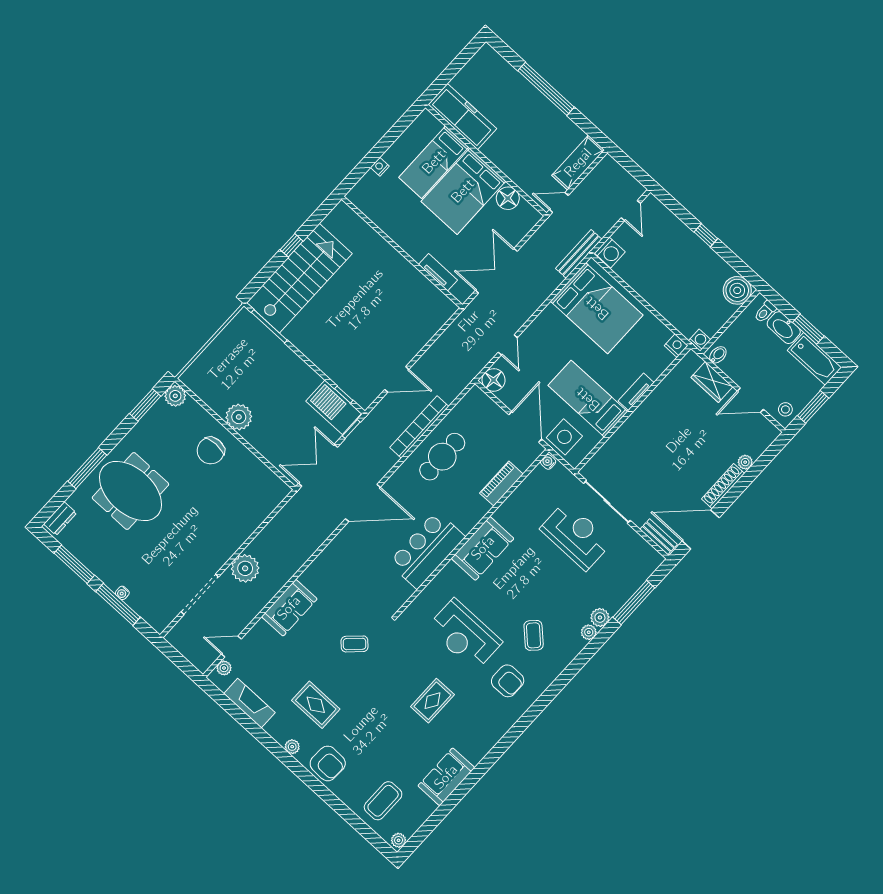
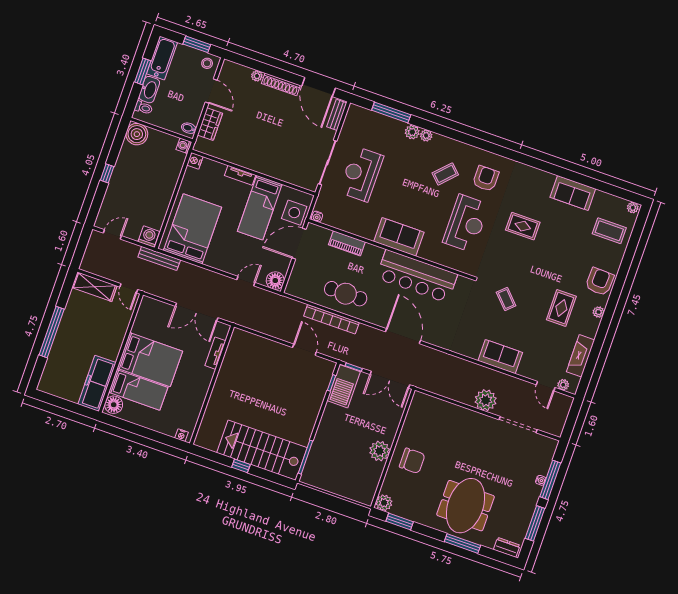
nightstand: (380, 167) -> (181, 435), moved
floor lamp: (508, 198) -> (114, 405), moved
bar counter: (427, 550) -> (417, 276), width x1.36

